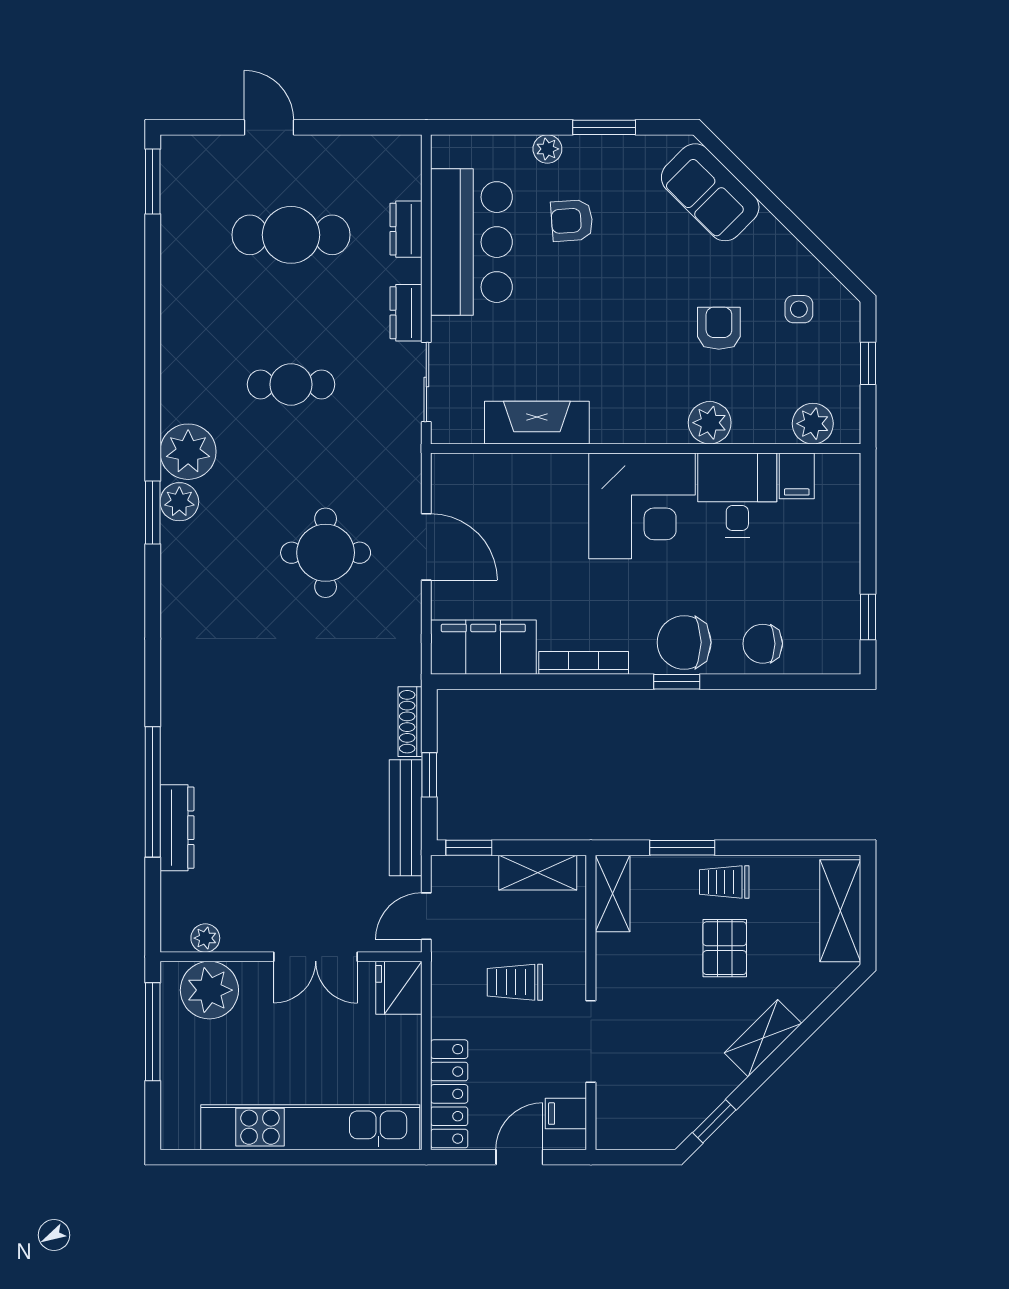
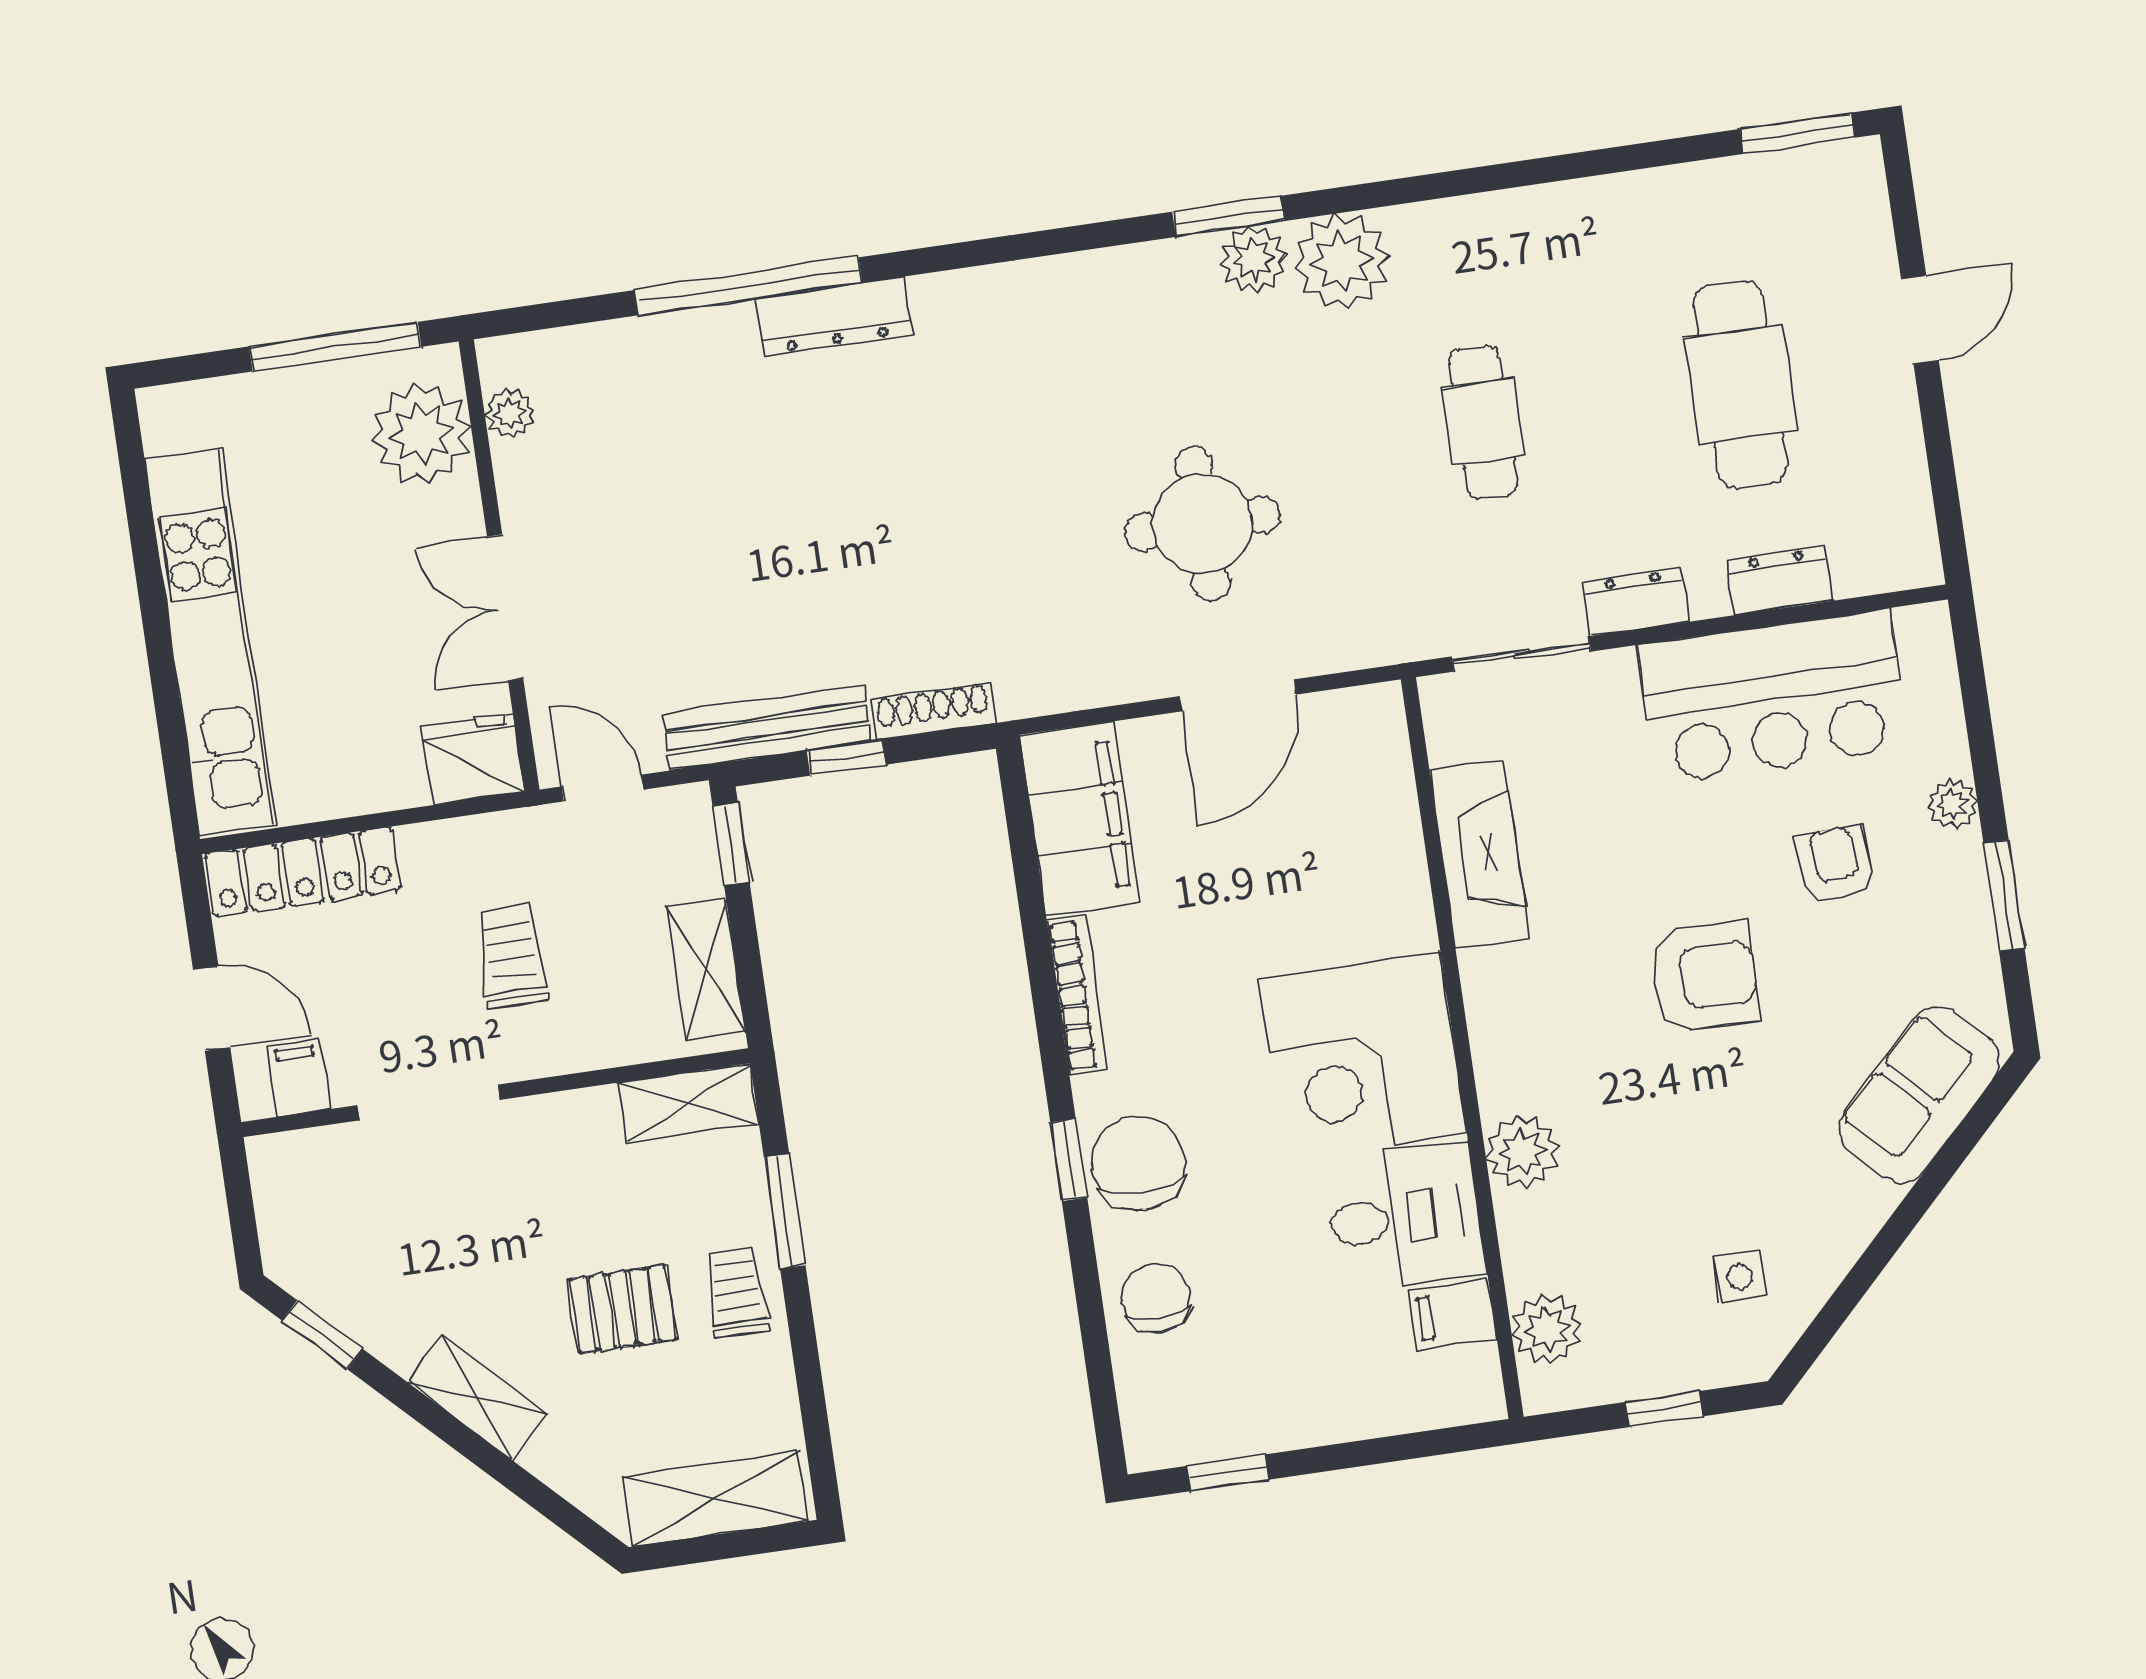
armchair: (719, 328) -> (1704, 977), moved, width x1.38, depth x1.38
dresser: (177, 828) -> (834, 316), moved

